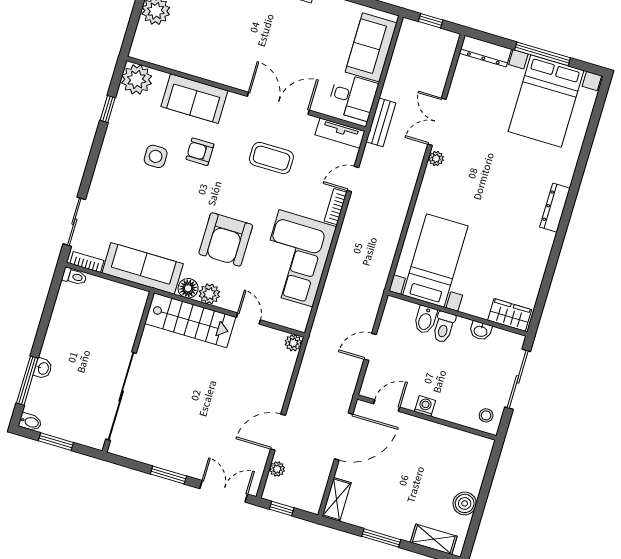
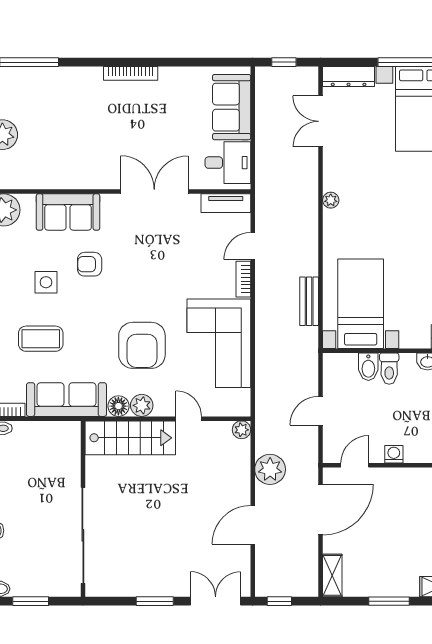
bench: (381, 122) -> (309, 301), moved
double door: (437, 122) -> (321, 121), moved
coffee table: (271, 158) -> (41, 339), moved
plant: (277, 469) -> (270, 469), moved, width x1.87, depth x1.87

